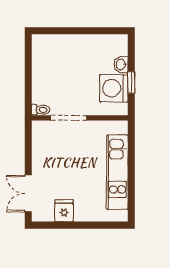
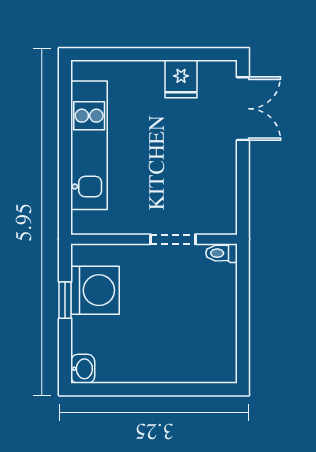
washbasin: (121, 64) -> (83, 369), moved
doorway: (69, 118) -> (173, 239), width x0.73

